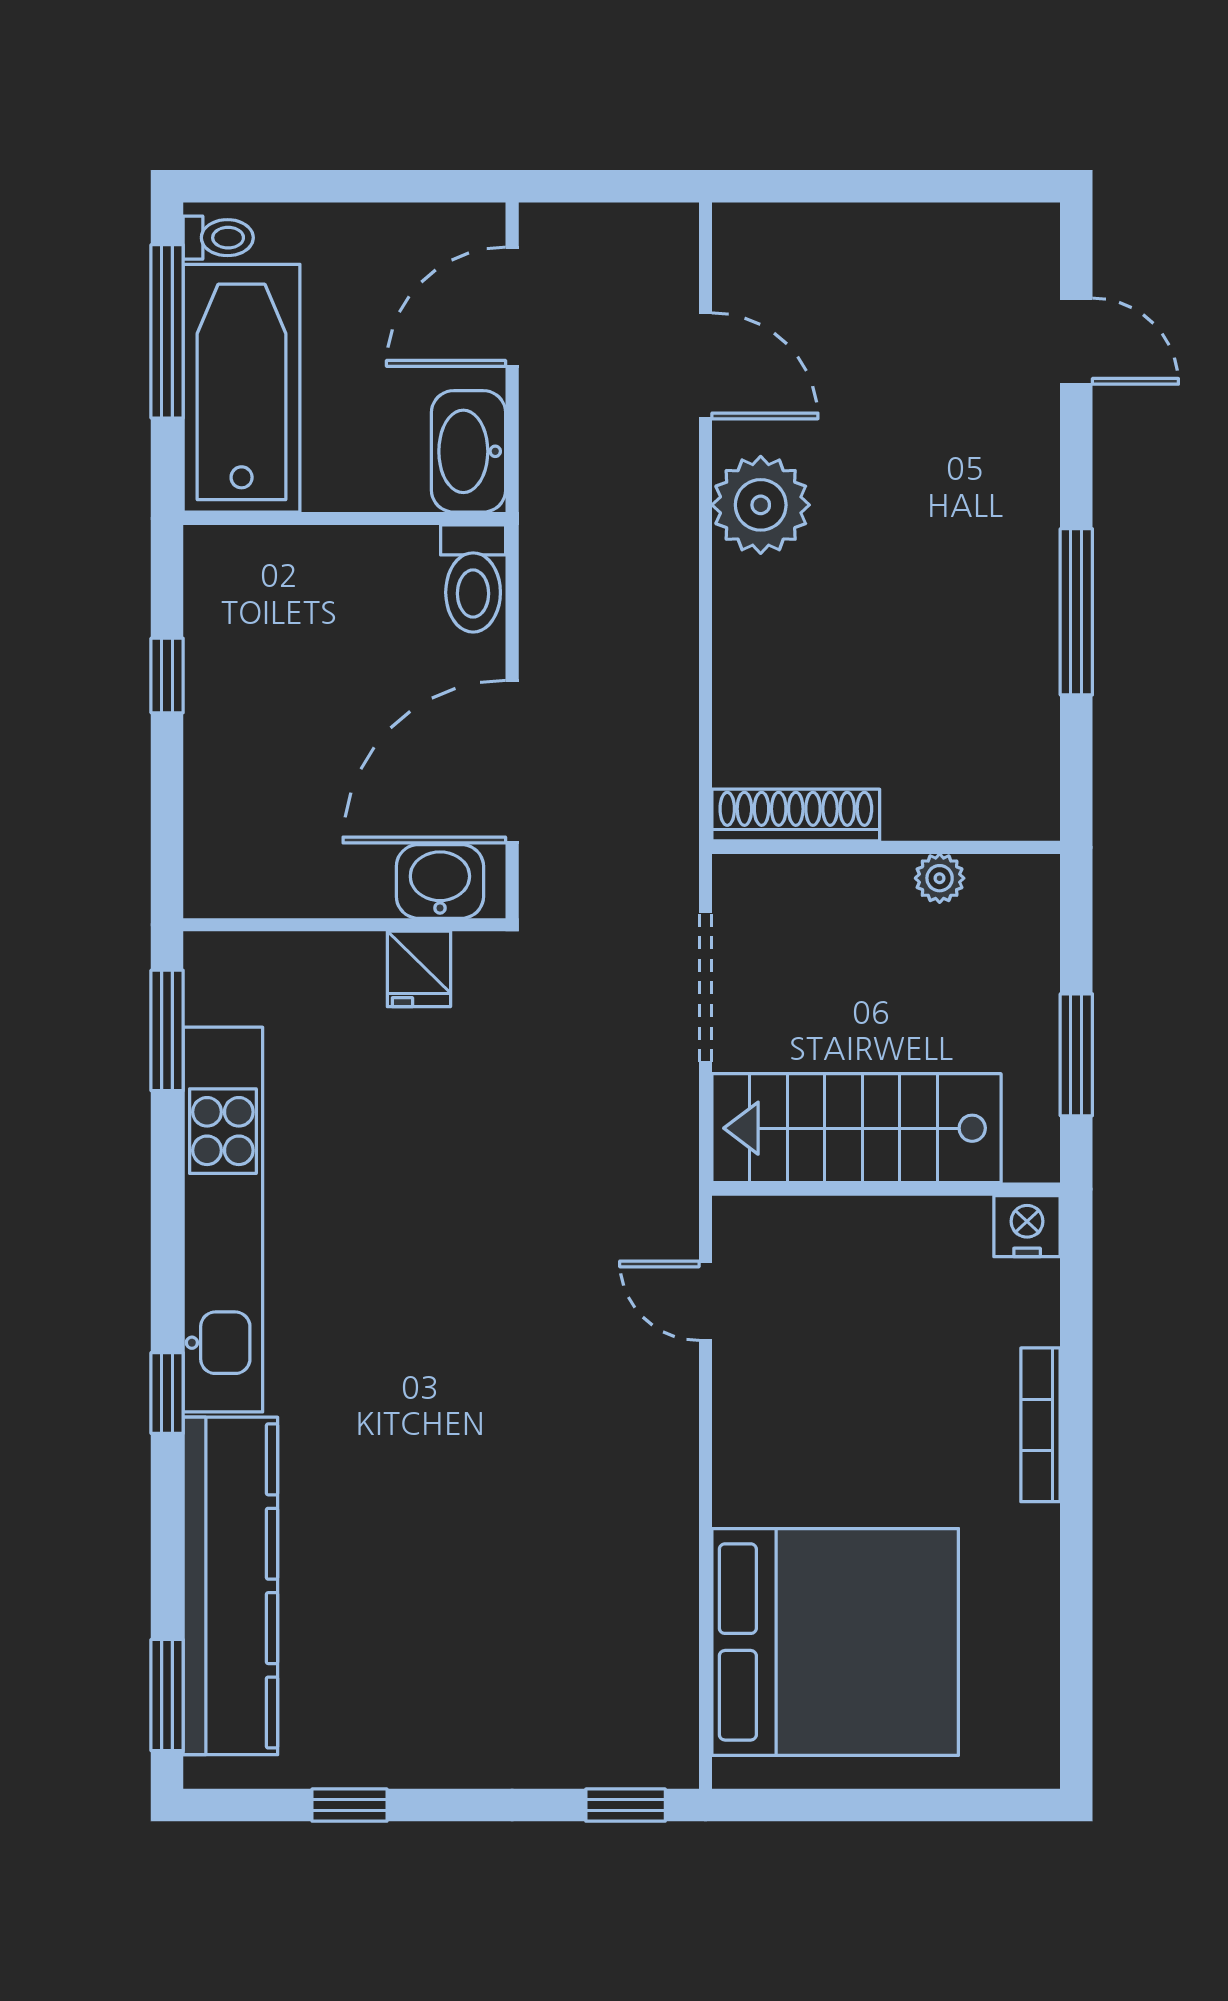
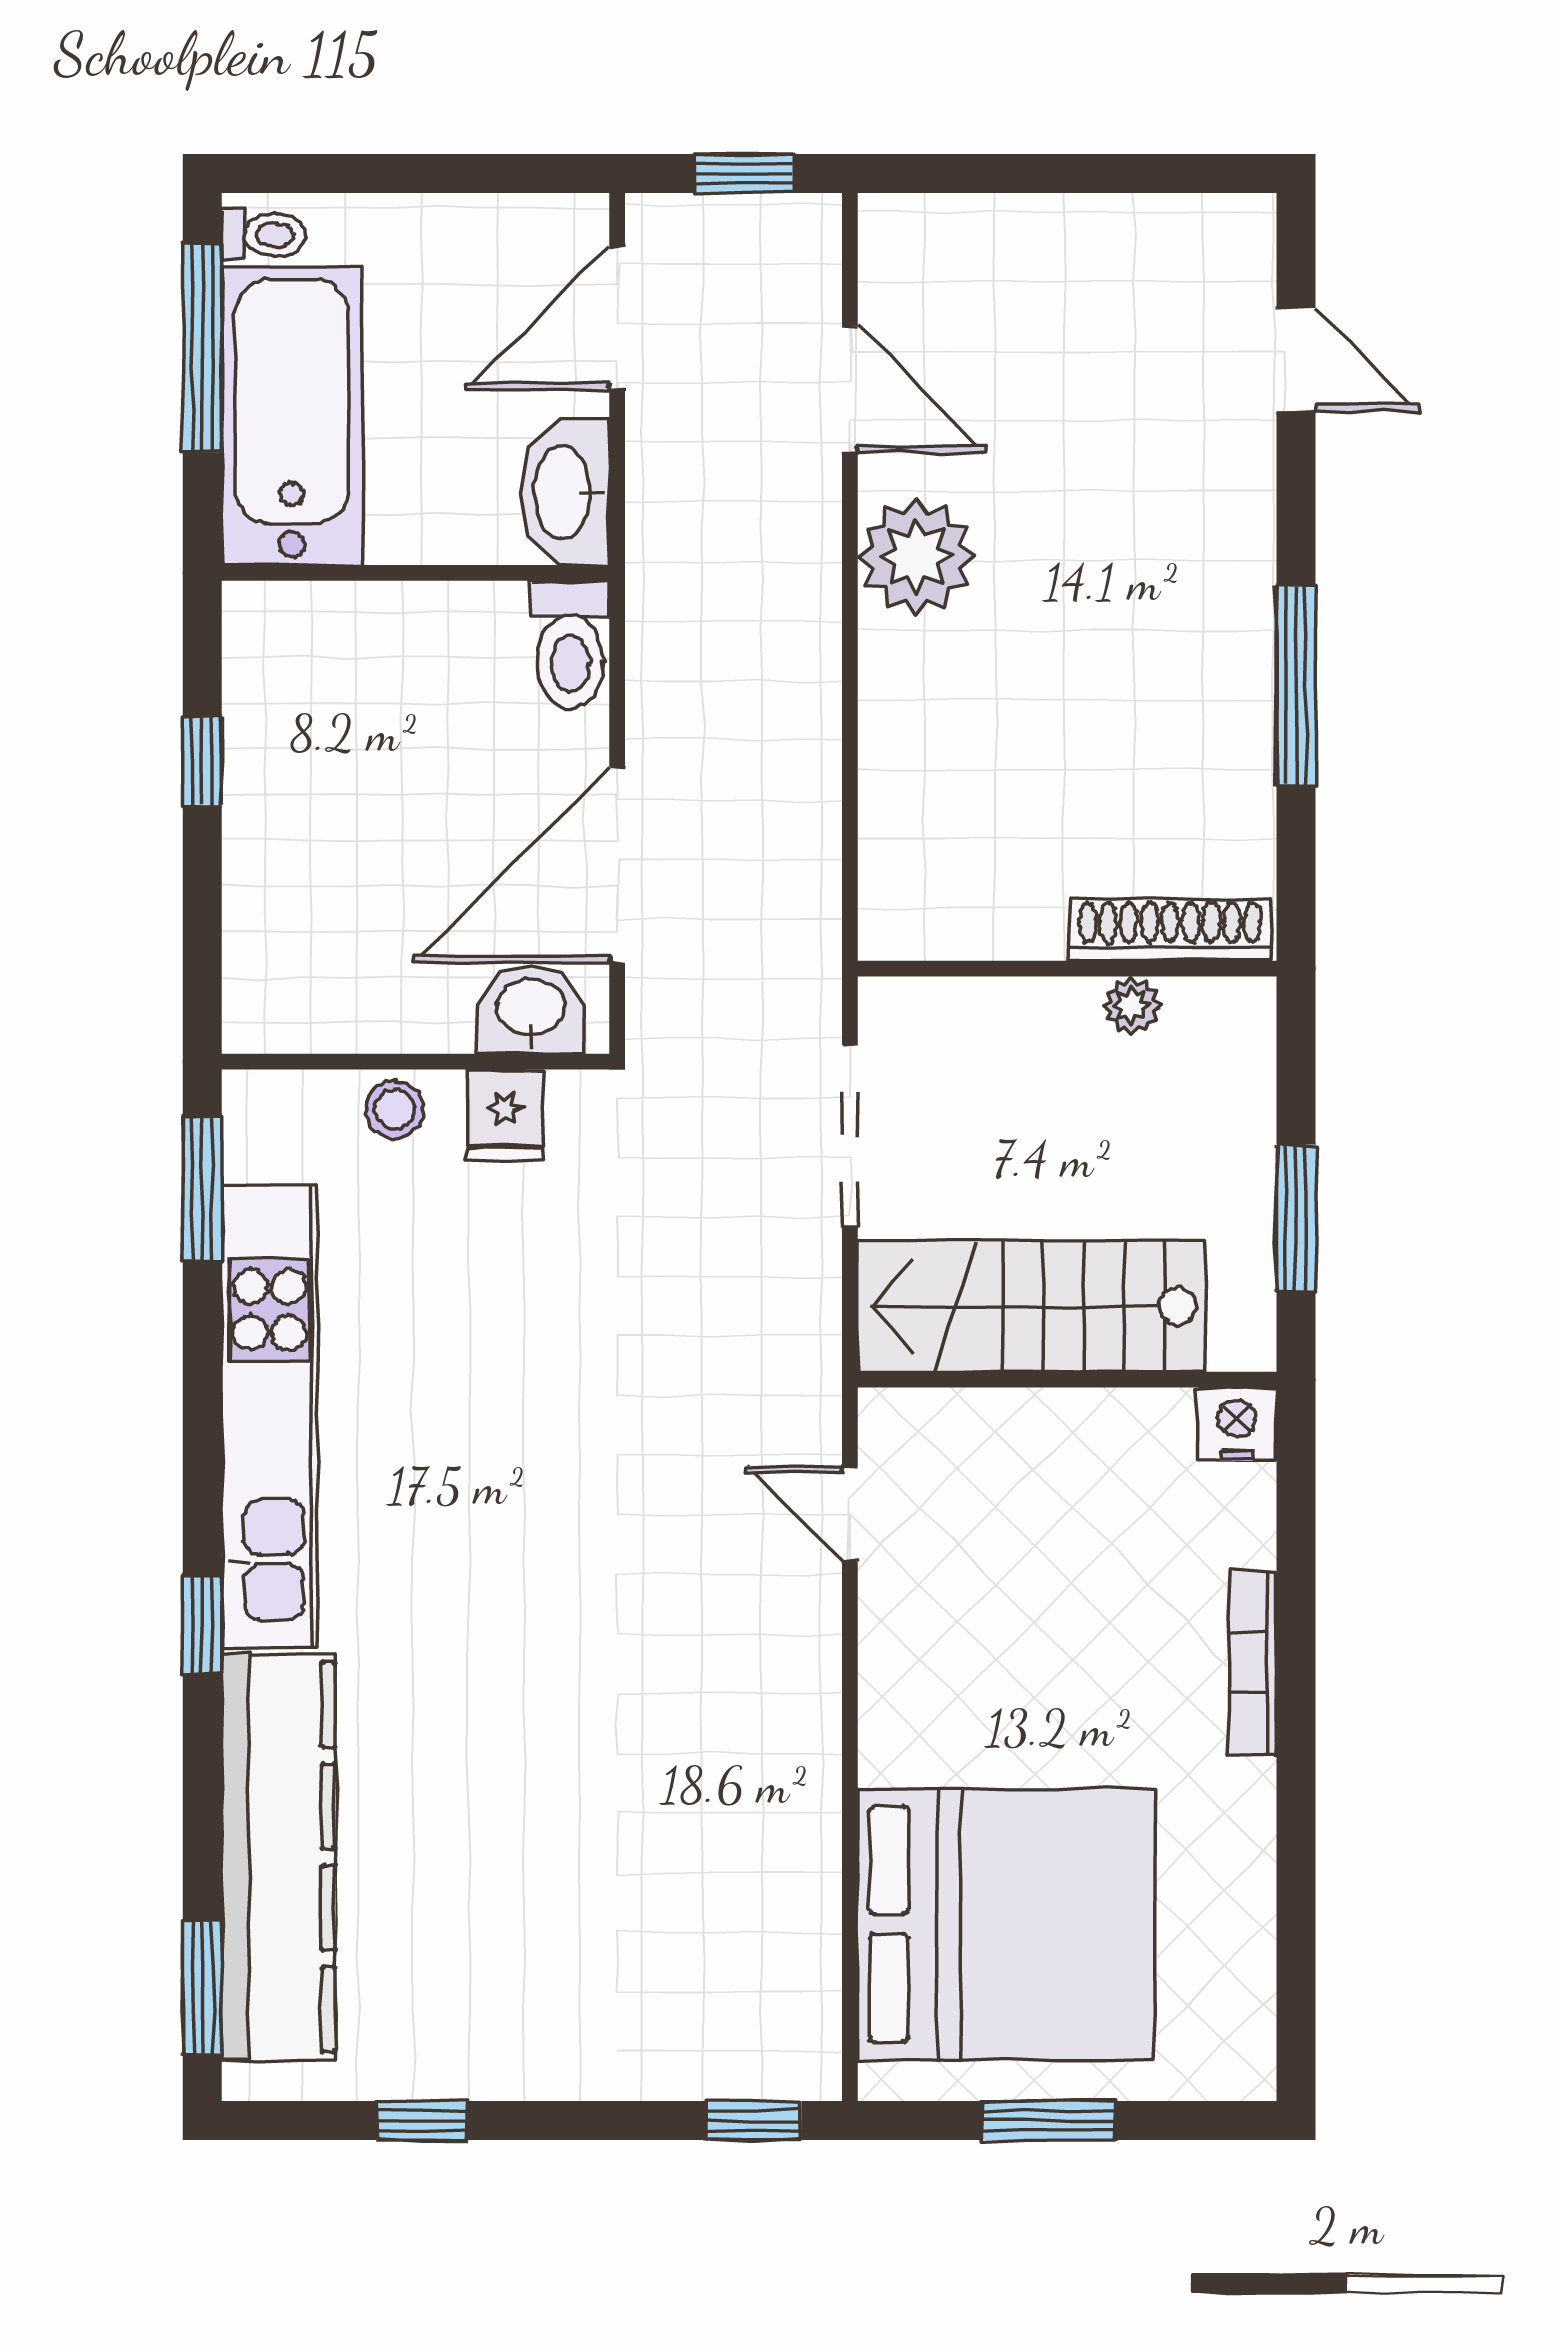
window: (617, 186) -> (743, 173), added
shoe rack: (796, 815) -> (1170, 930), moved
stool: (327, 965) -> (395, 1110), added
window: (871, 1805) -> (1048, 2120), added

